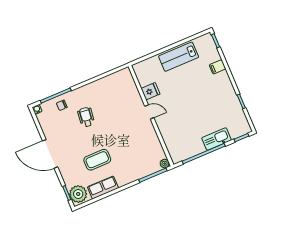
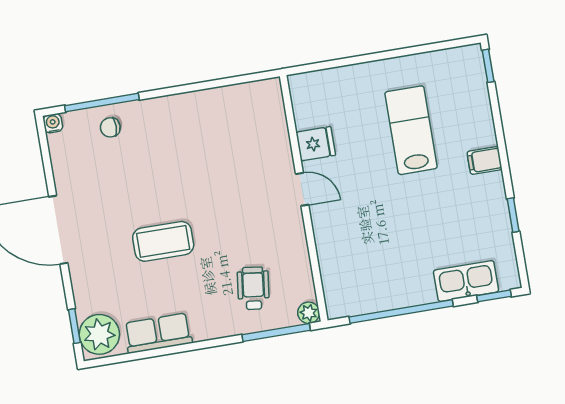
lab bench: (179, 57) -> (411, 130), moved, turned 90
filing cabinet: (218, 67) -> (485, 160), moved
wheelchair: (86, 117) -> (253, 288), moved
kitchen sink: (217, 139) -> (466, 281), moved
coffee table: (97, 160) -> (163, 241), moved

